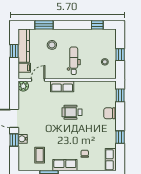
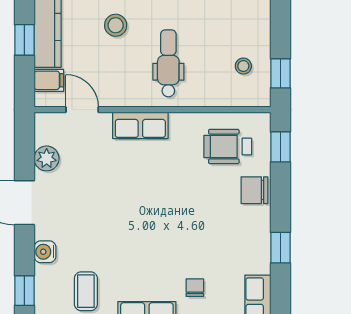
window: (120, 55) -> (280, 73), moved
door: (38, 80) -> (82, 110), hinge flipped
plant: (23, 86) -> (47, 158), moved
wheelchair: (72, 112) -> (228, 146), moved
window: (14, 140) -> (24, 291), moved

